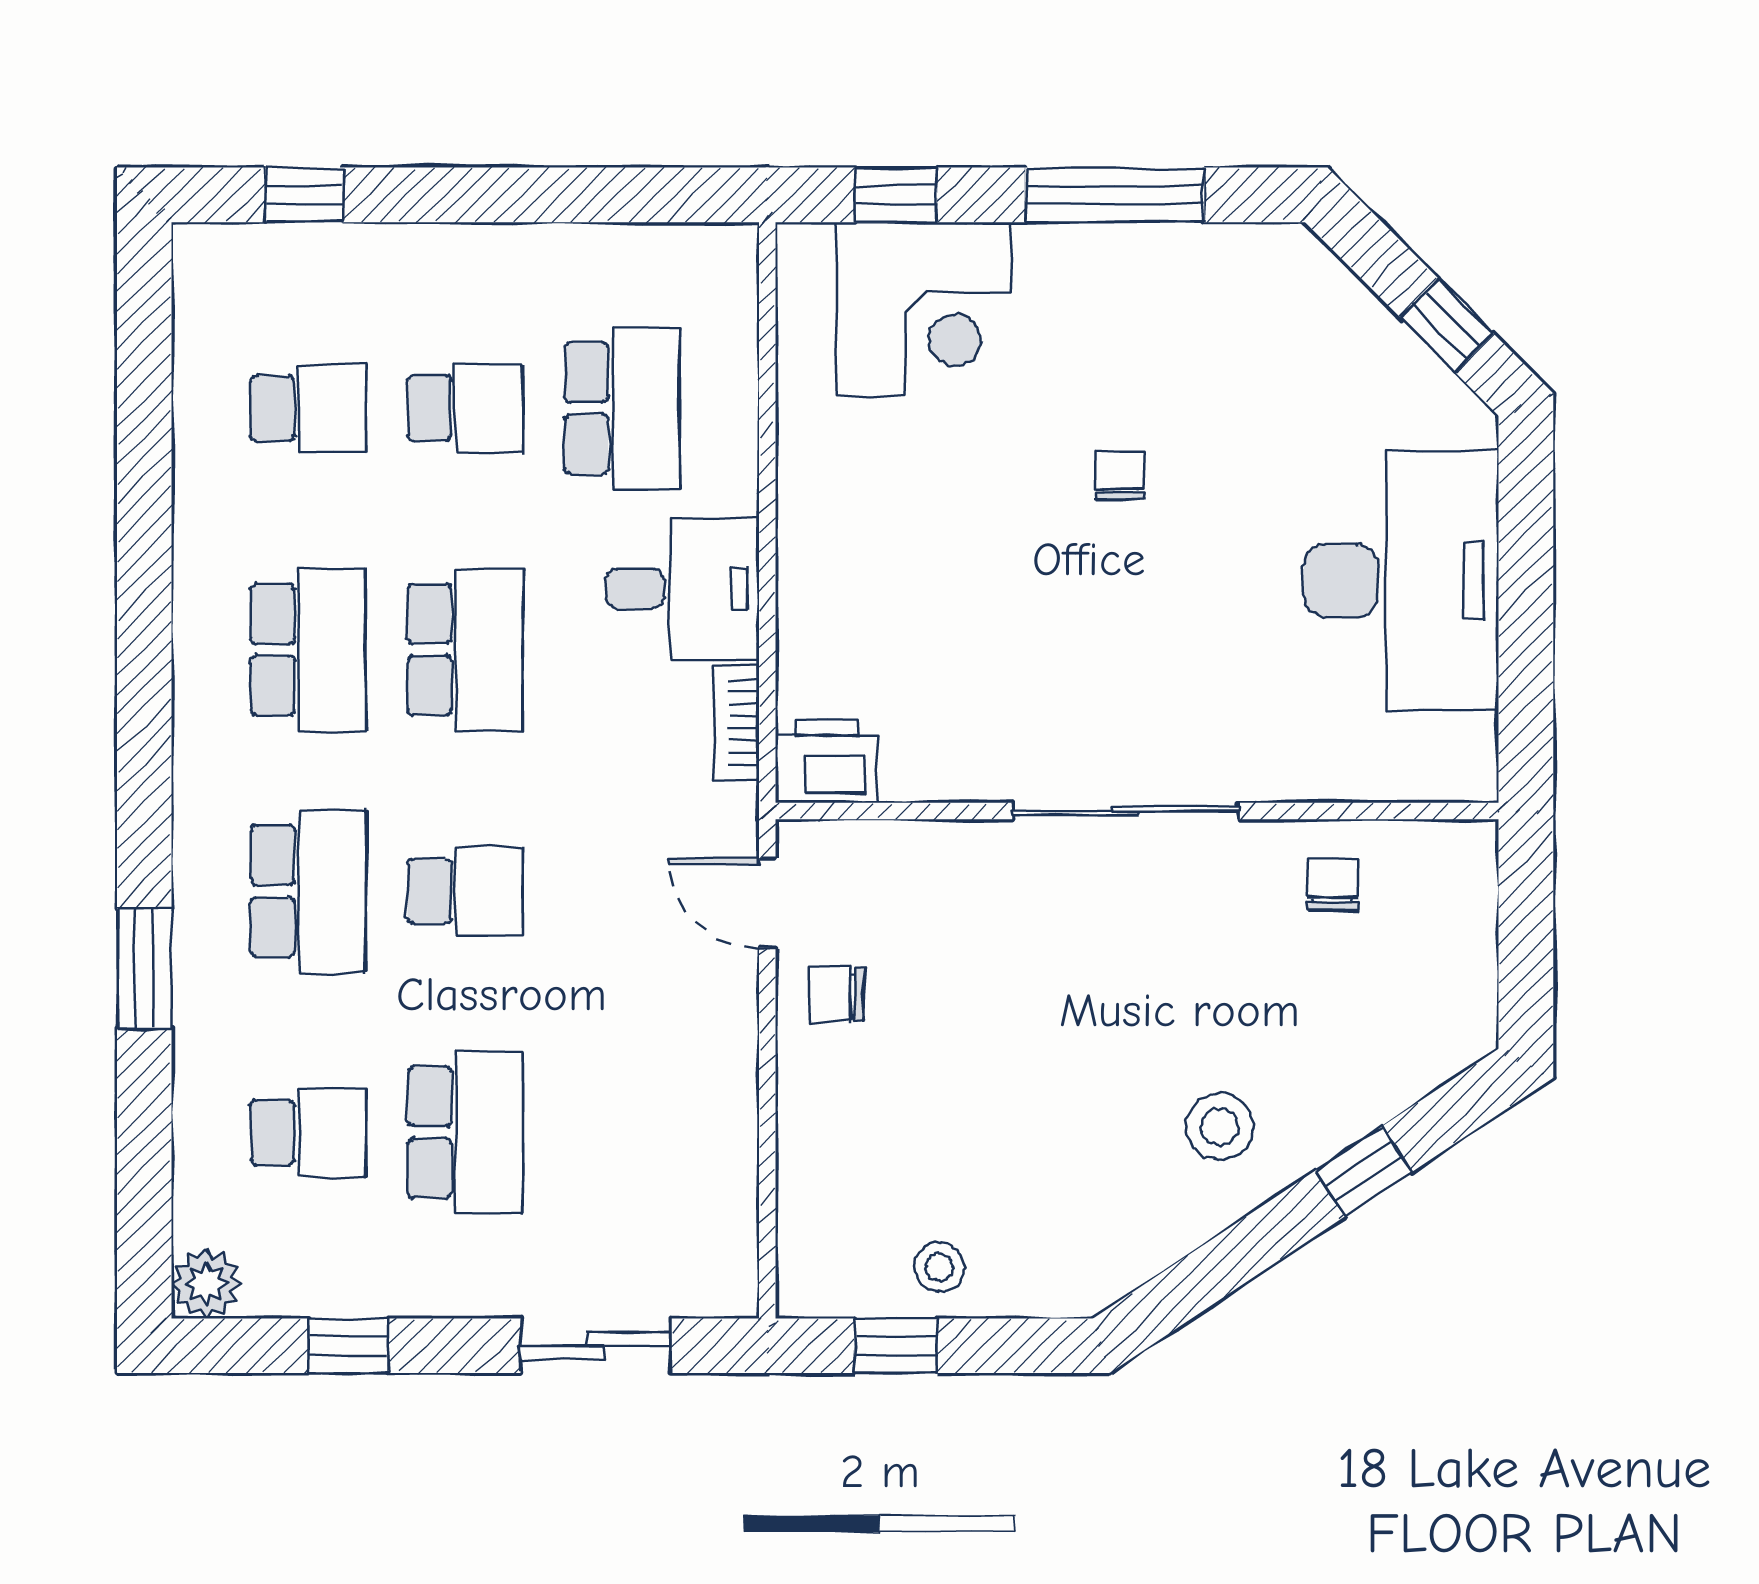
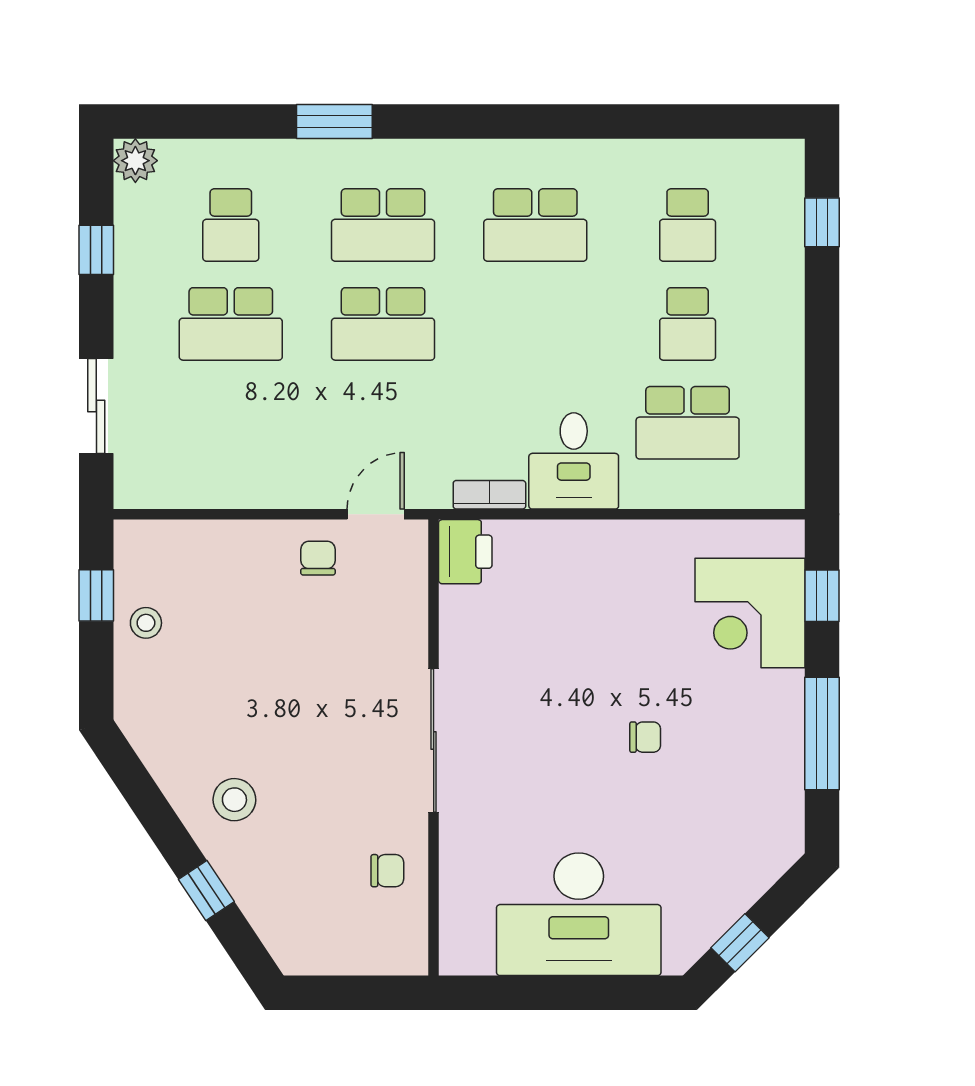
school desk: (465, 650) -> (535, 324), removed
school desk: (465, 891) -> (383, 324), width x1.85

